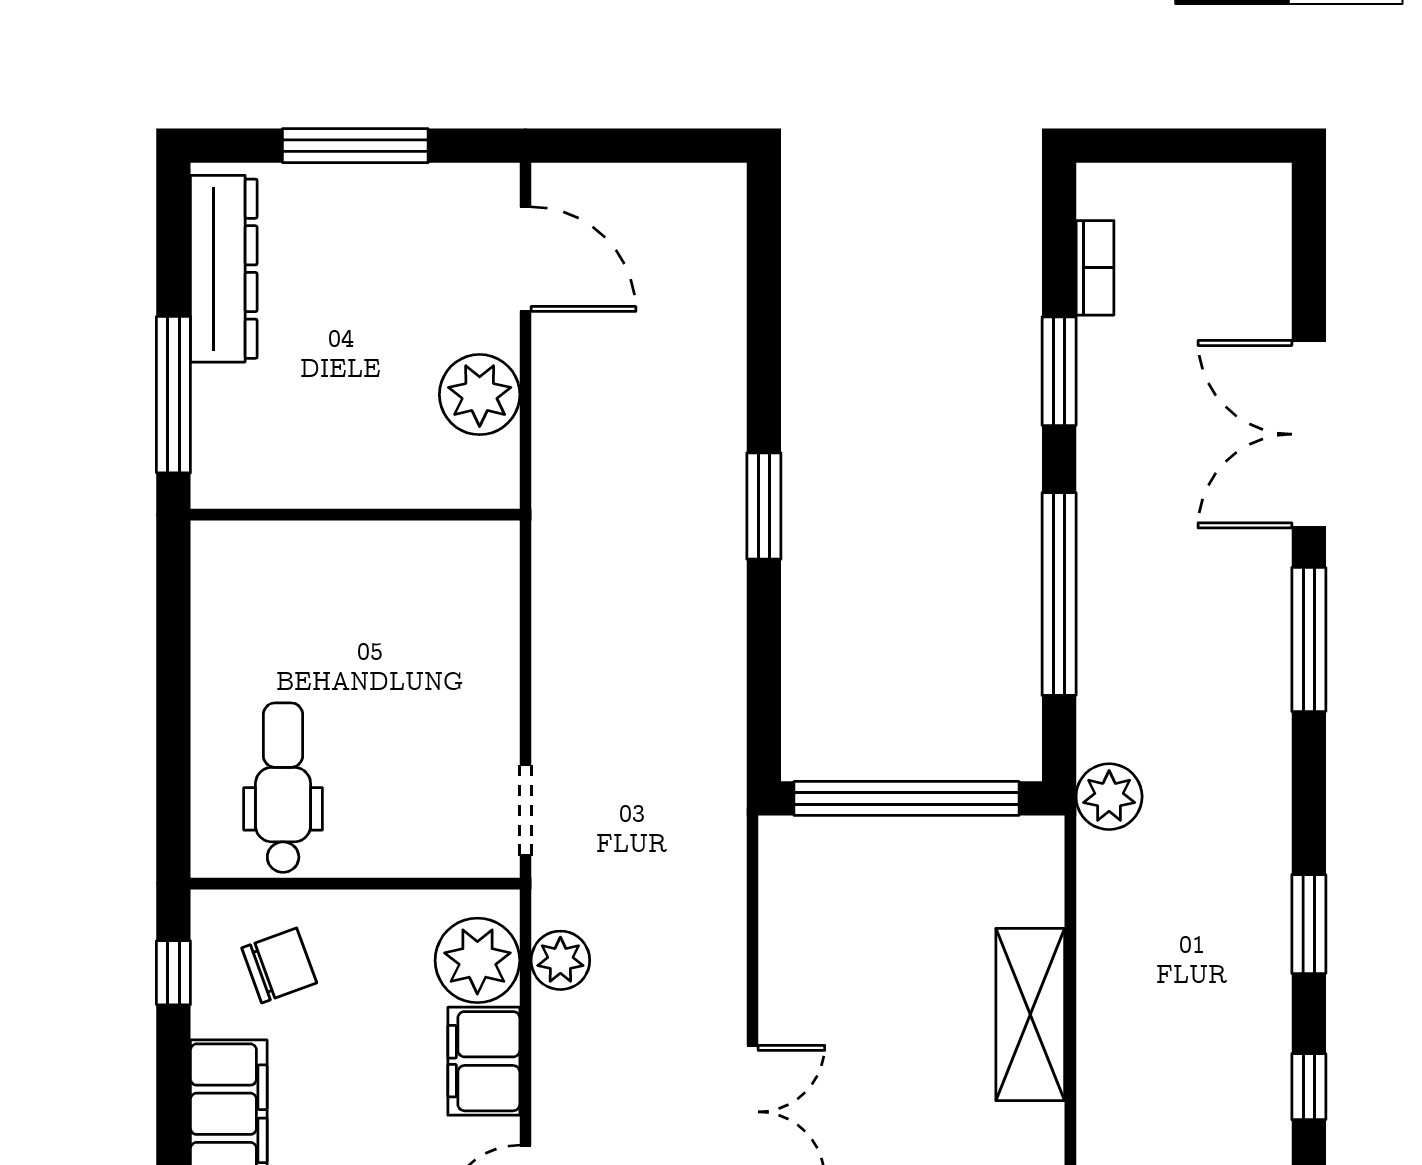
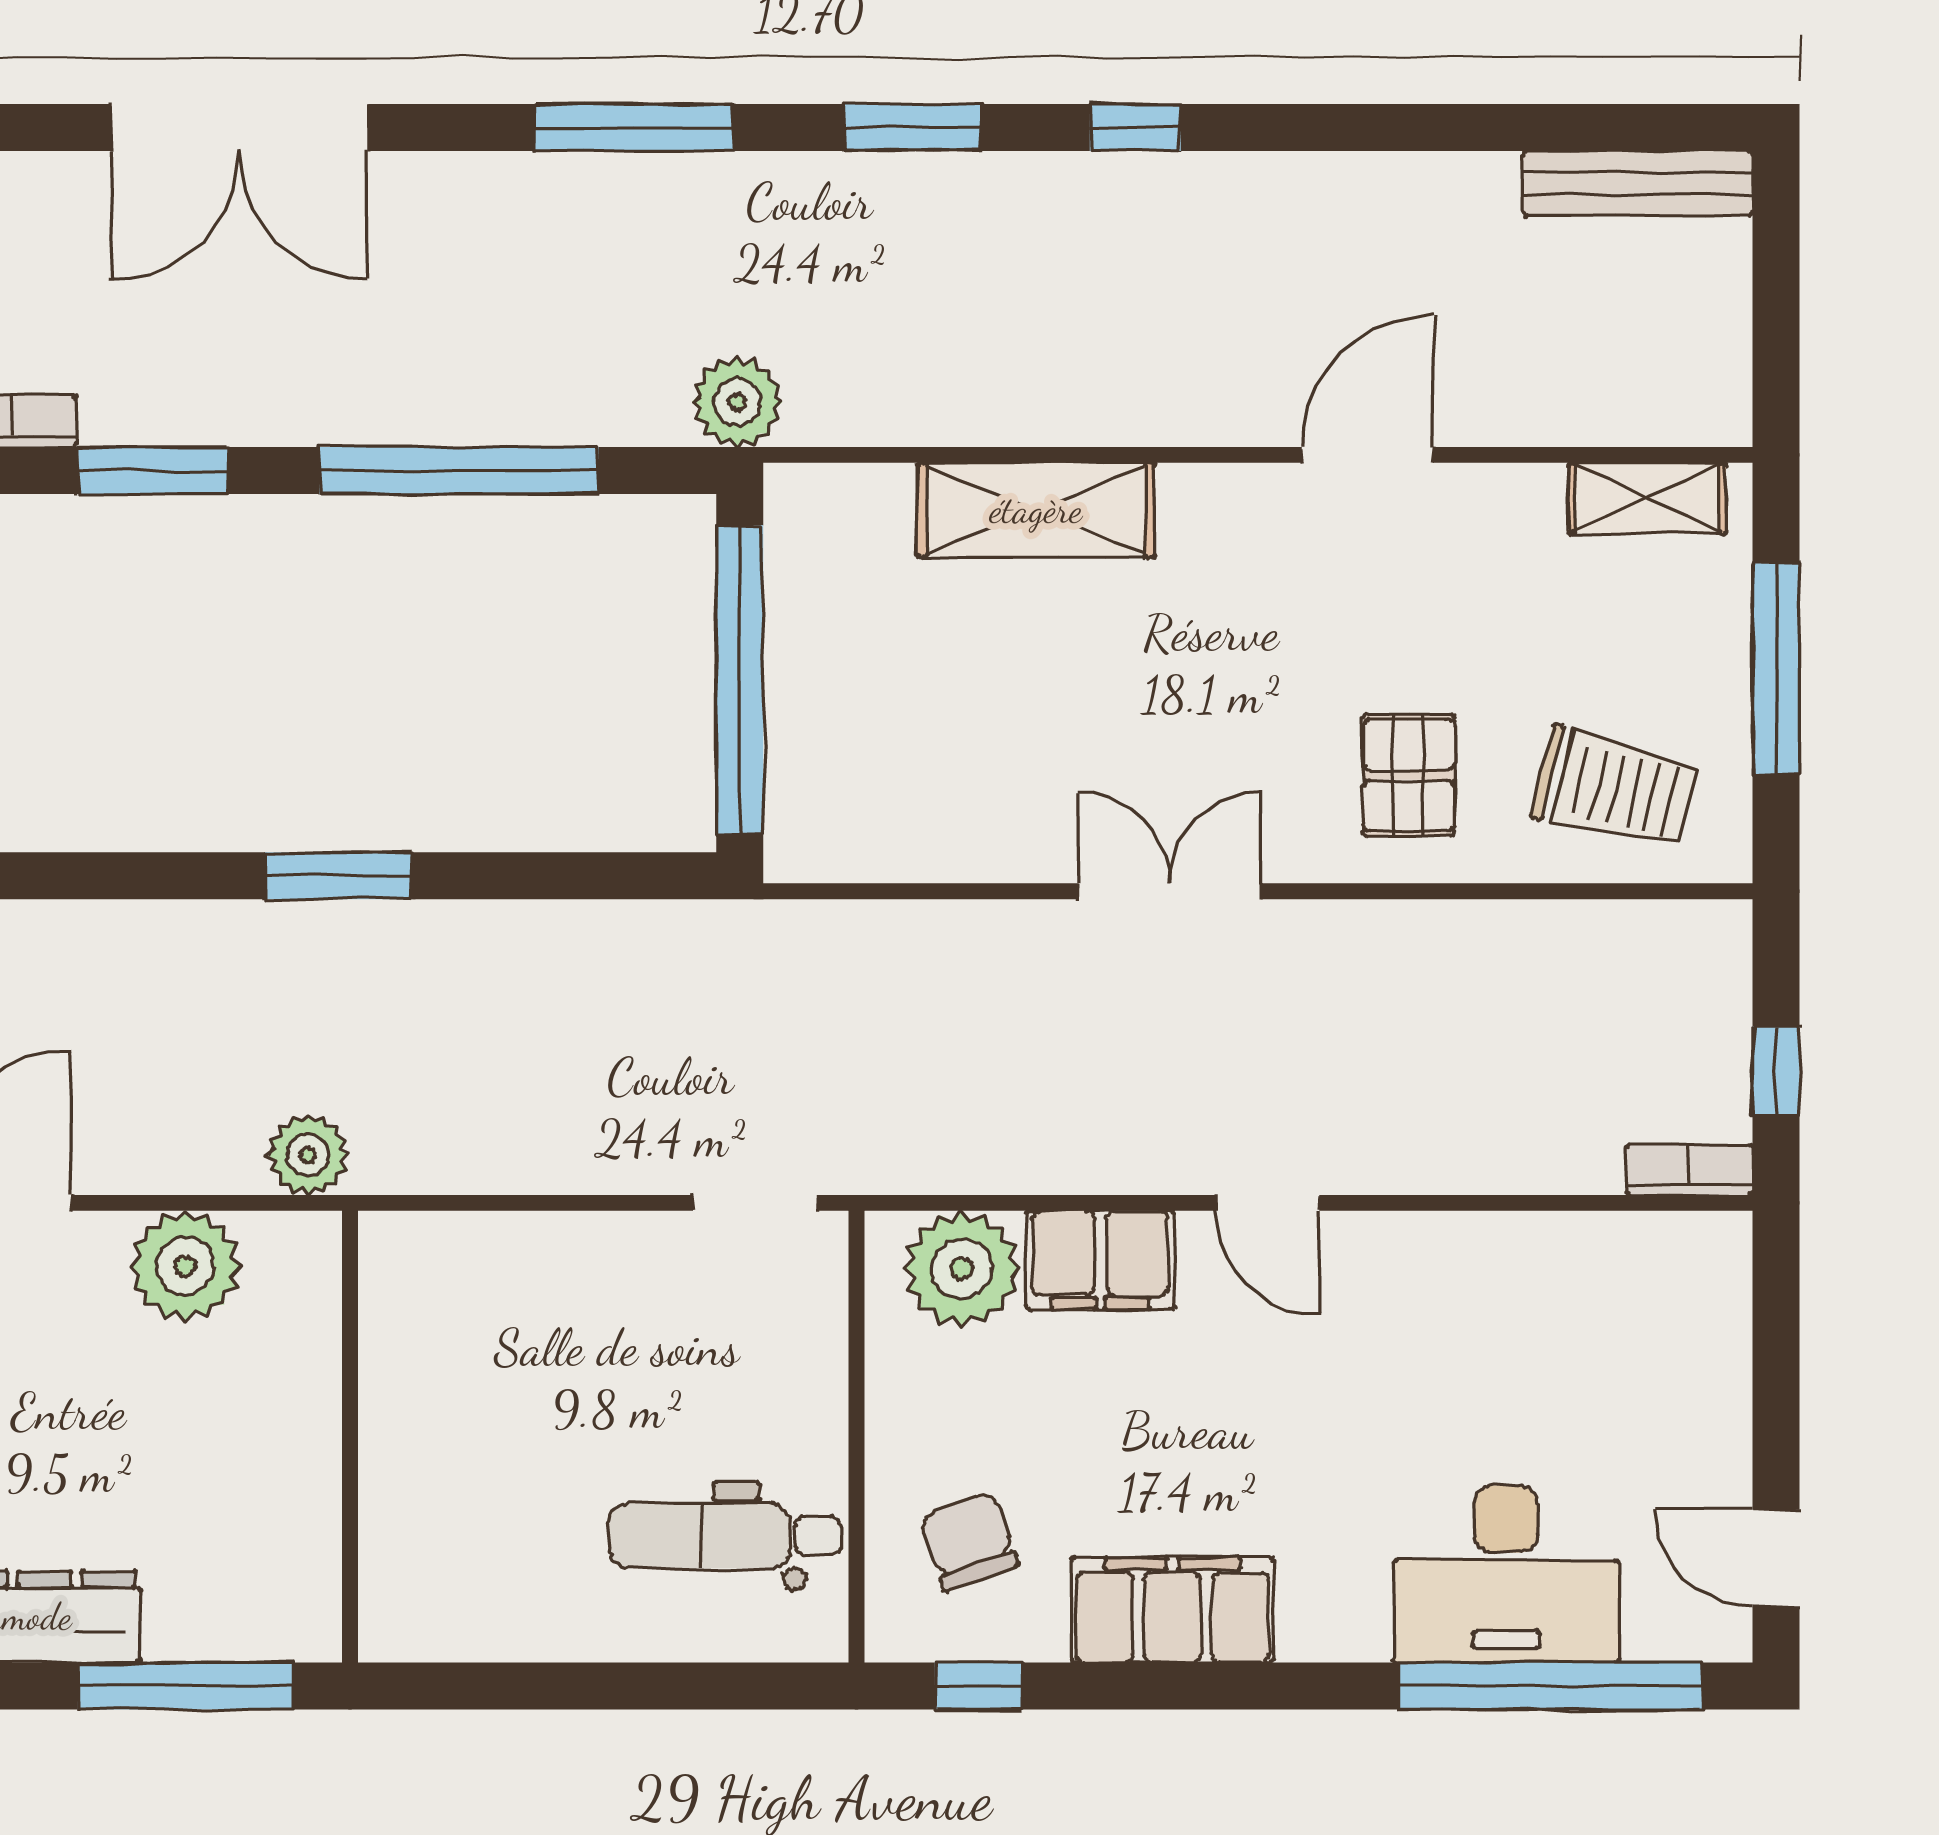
window: (1309, 639) -> (634, 128), moved
plant: (560, 960) -> (308, 1155), moved

